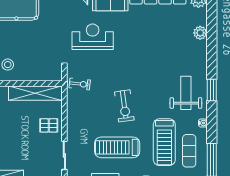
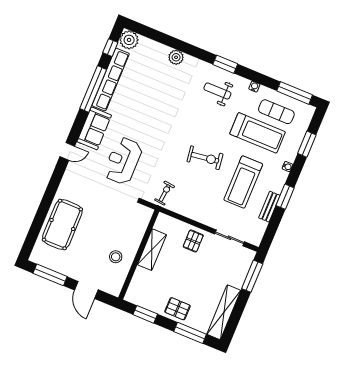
plant: (200, 33) -> (176, 57), moved
shelving: (35, 93) -> (152, 250), width x0.68
weight bench: (186, 93) -> (217, 91), width x0.73, depth x0.75

